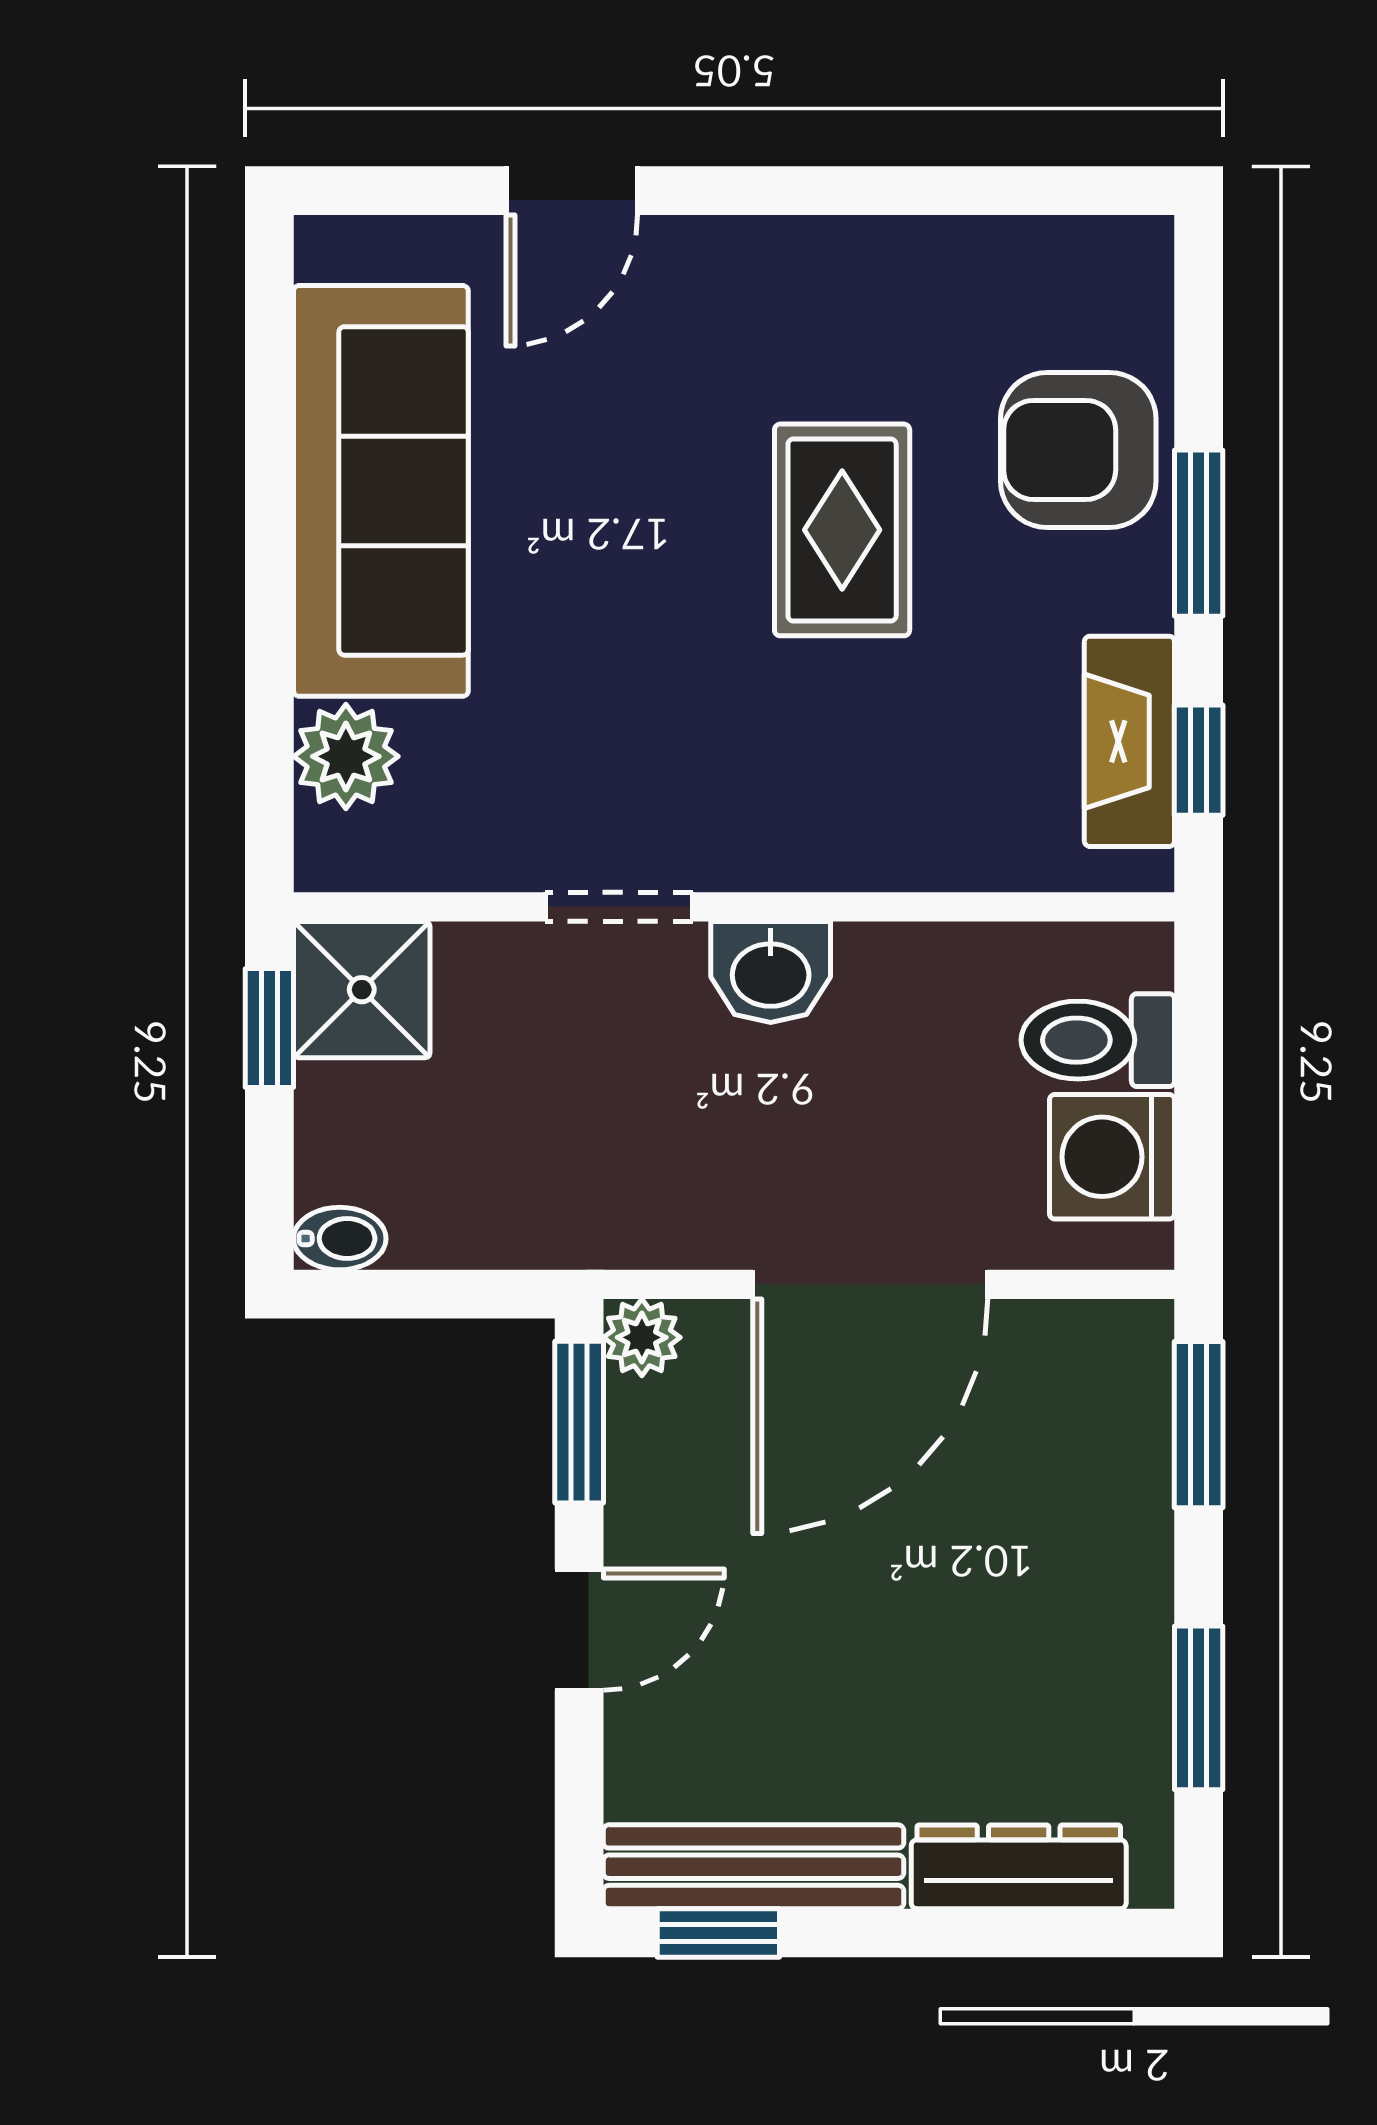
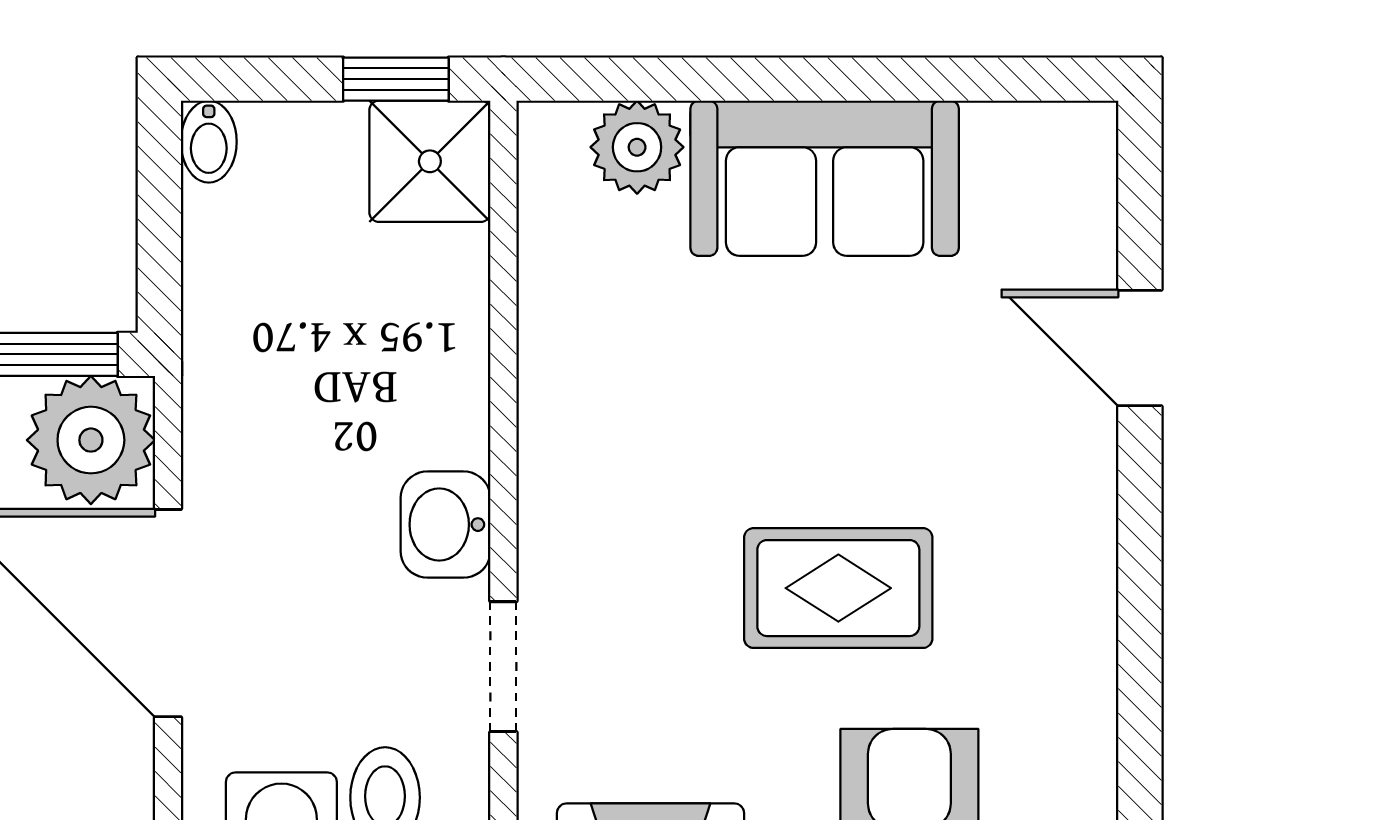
sofa: (381, 491) -> (825, 178), width x0.73
doorway: (619, 907) -> (503, 667), moved
plant: (642, 1337) -> (91, 440), width x1.88, depth x1.88

